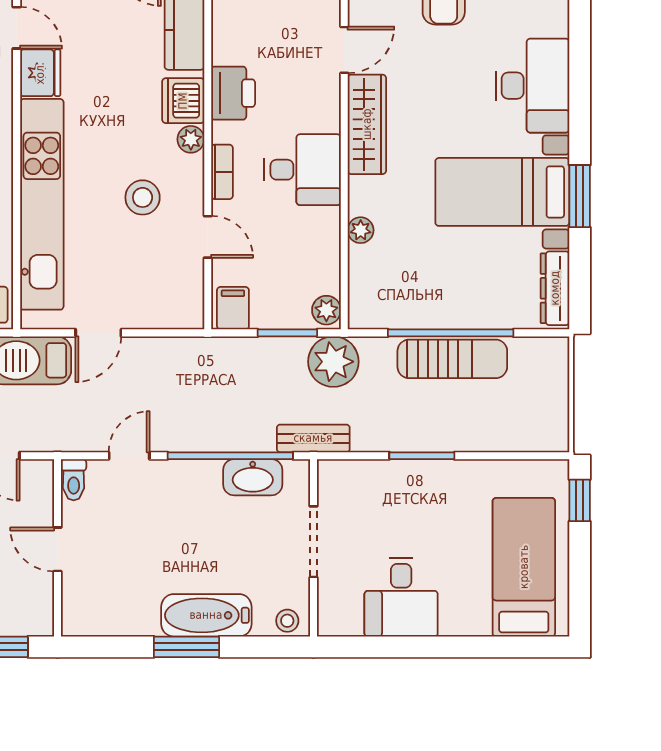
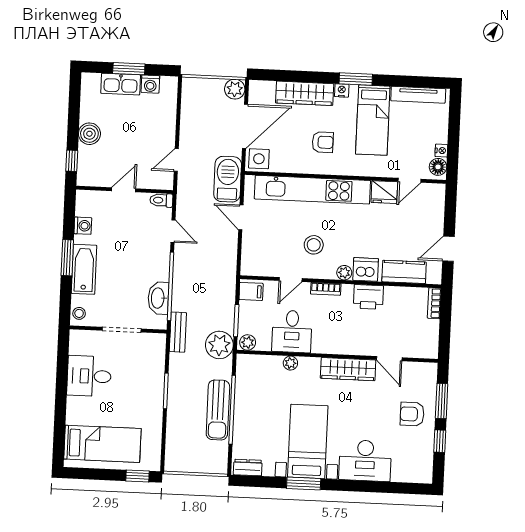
desk: (303, 170) -> (292, 331), moved
dresser: (555, 288) -> (248, 467), width x0.70
washing machine: (127, 621) -> (83, 226), added

